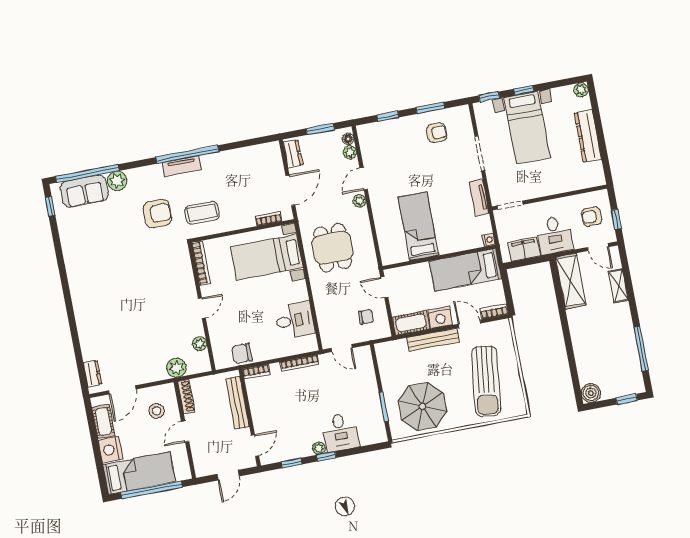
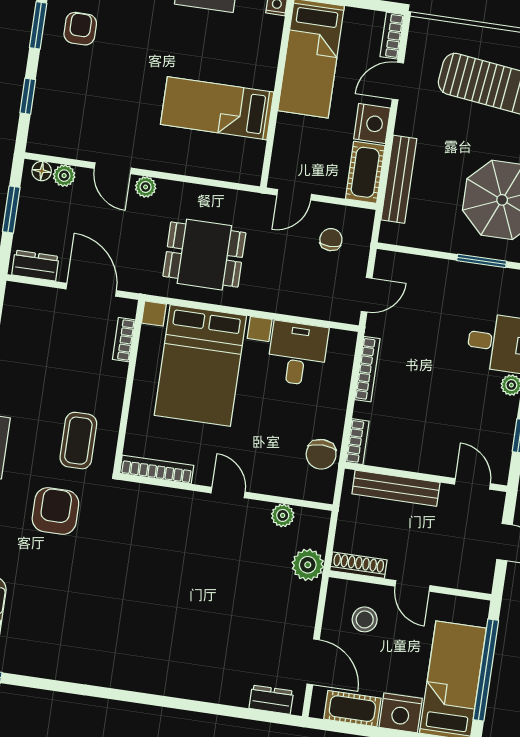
bed with nightstands: (267, 257) -> (200, 366), width x1.36
bench: (433, 340) -> (399, 179), moved

